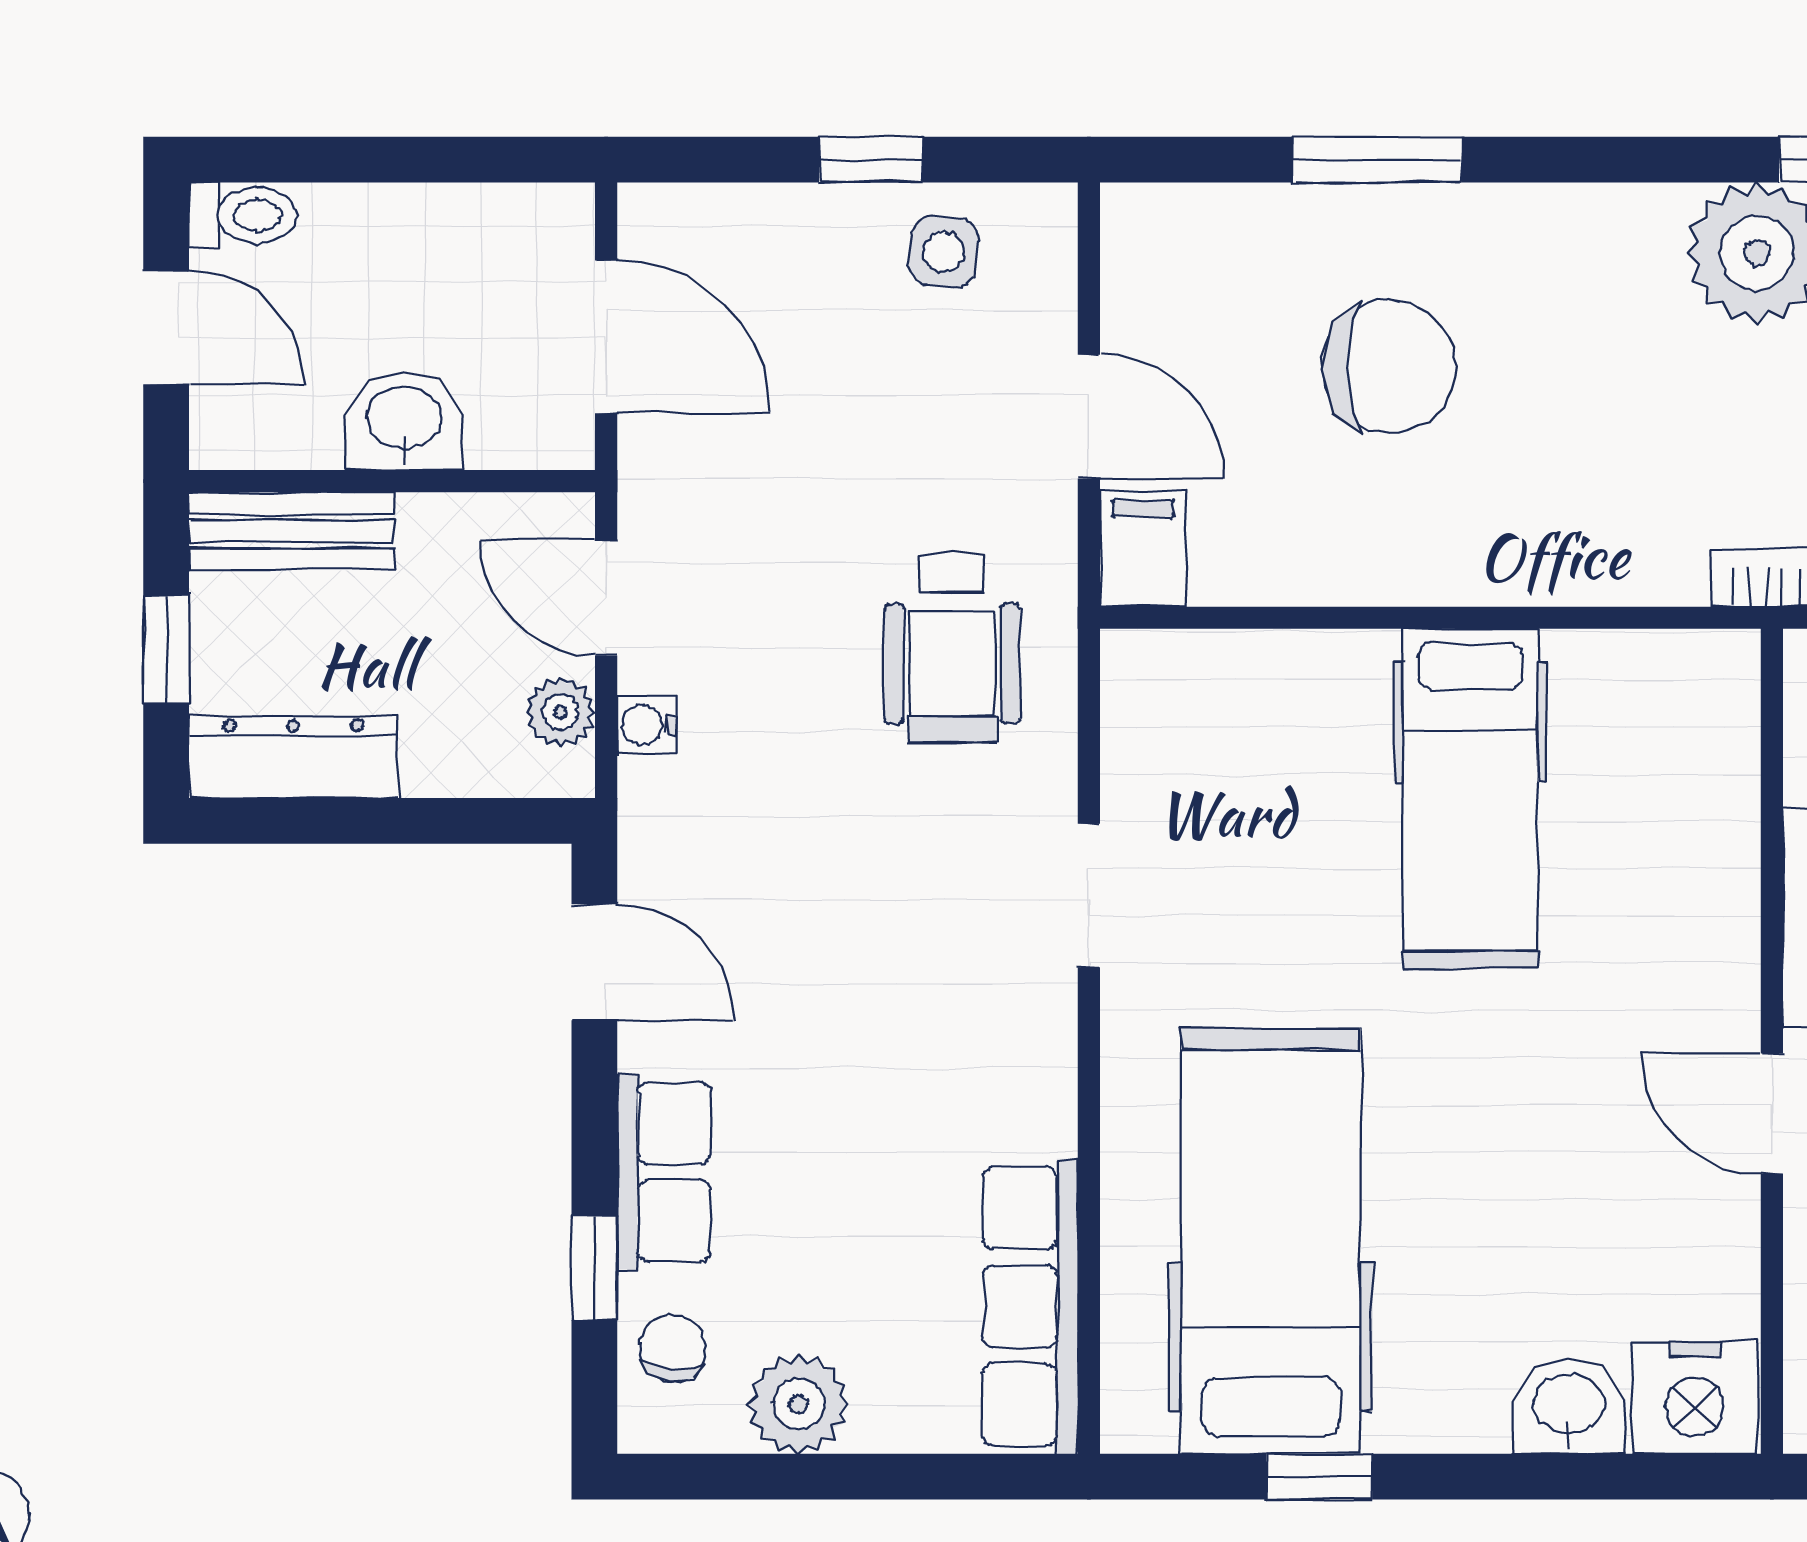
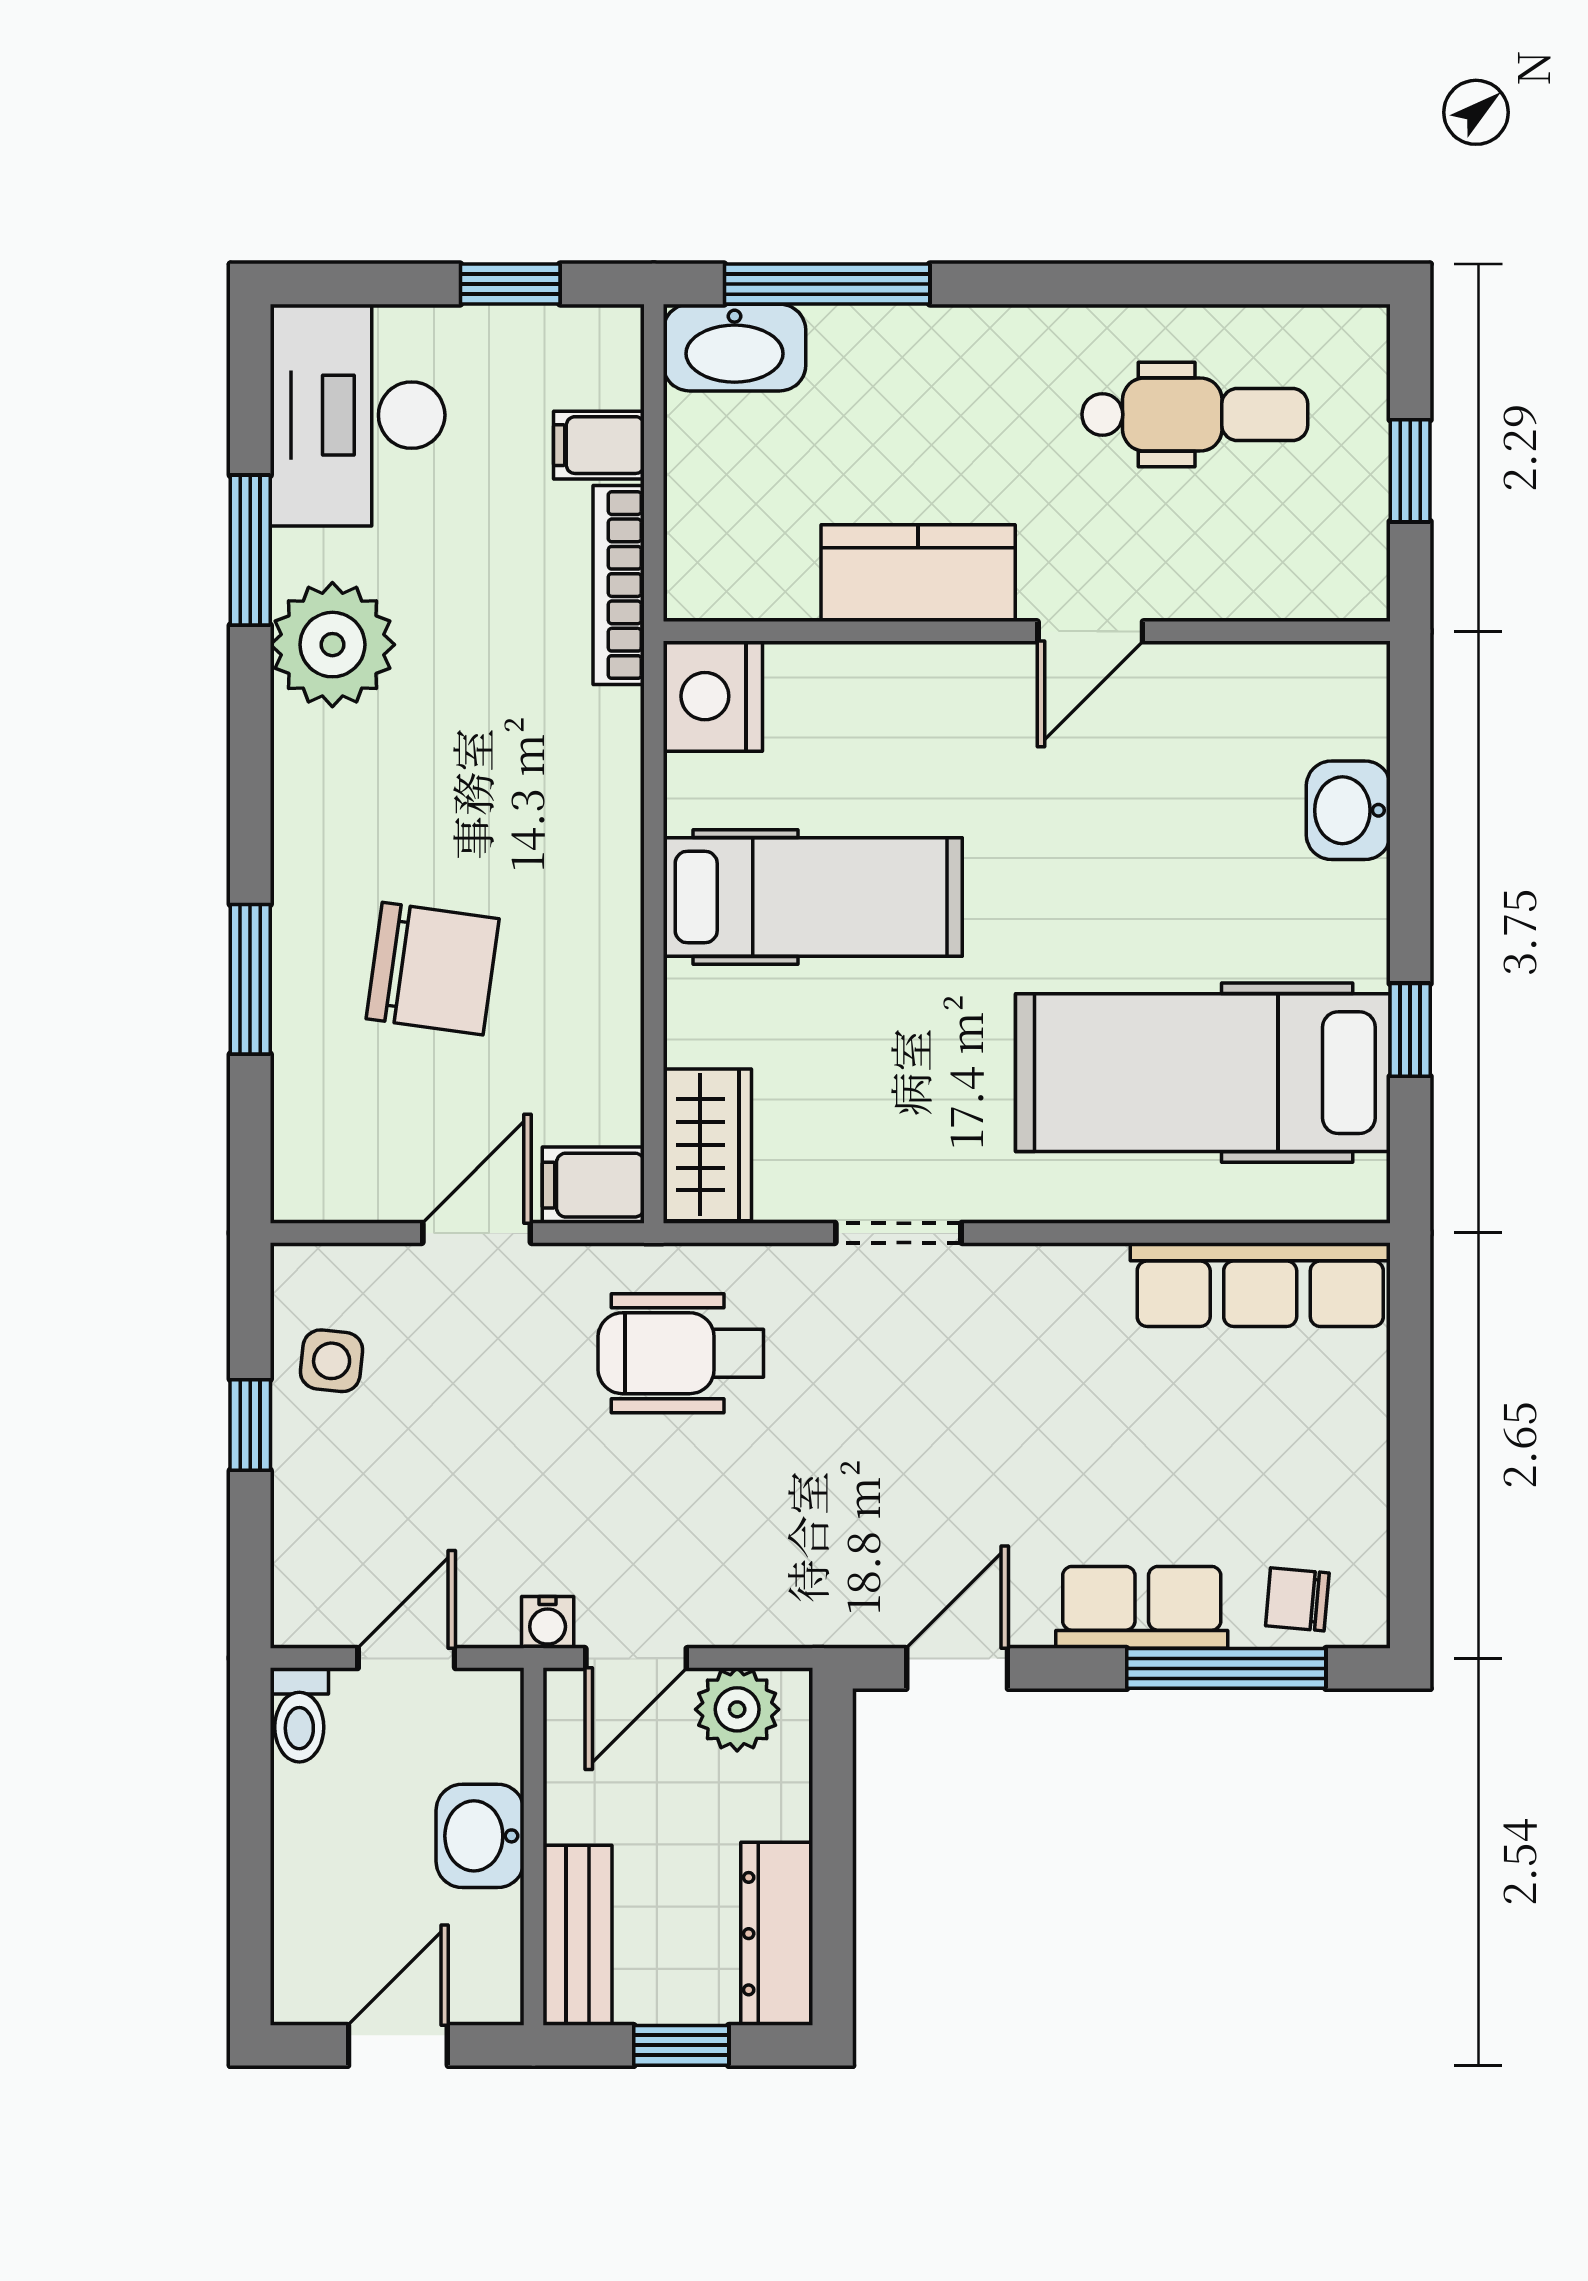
toilet: (243, 215) -> (299, 1715), moved, turned 180
door: (606, 337) -> (406, 1658), width x0.73
chair: (1389, 367) -> (433, 969), turned 98
wheelchair: (952, 649) -> (681, 1353), turned 180
wardrobe: (1189, 679) -> (707, 1145), added
plant: (561, 712) -> (737, 1709), width x1.38, depth x1.38
water cooler: (647, 725) -> (548, 1622), moved
window: (594, 1268) -> (1226, 1668), width x2.17
nightstand: (1695, 1398) -> (713, 696), moved, turned 180
plant: (799, 1404) -> (1346, 1488), removed

